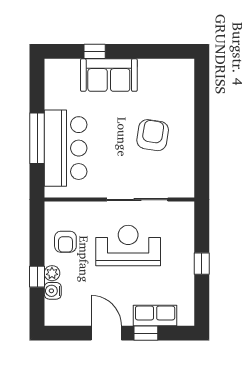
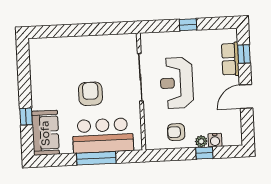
sofa: (109, 75) -> (45, 133), moved
armchair: (153, 135) -> (90, 94), moved, turned 81
armchair: (65, 242) -> (176, 132), turned 180
window: (146, 333) -> (244, 54), moved

